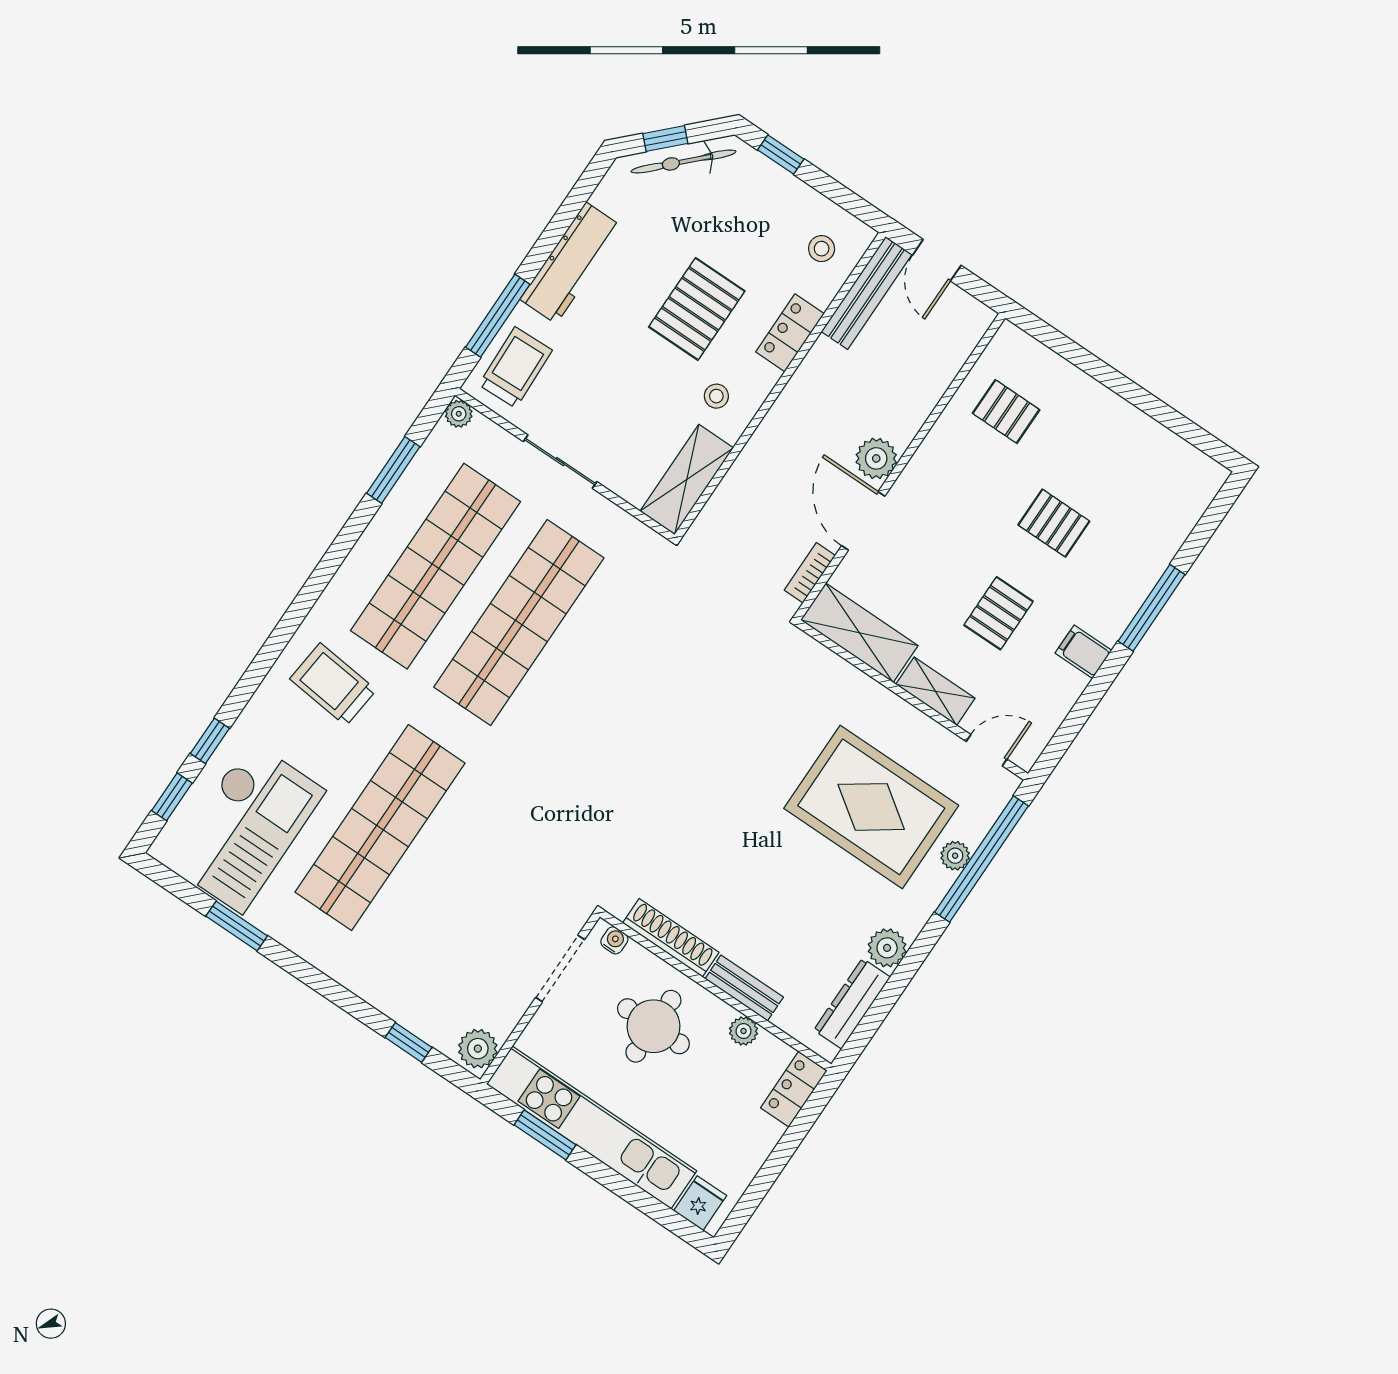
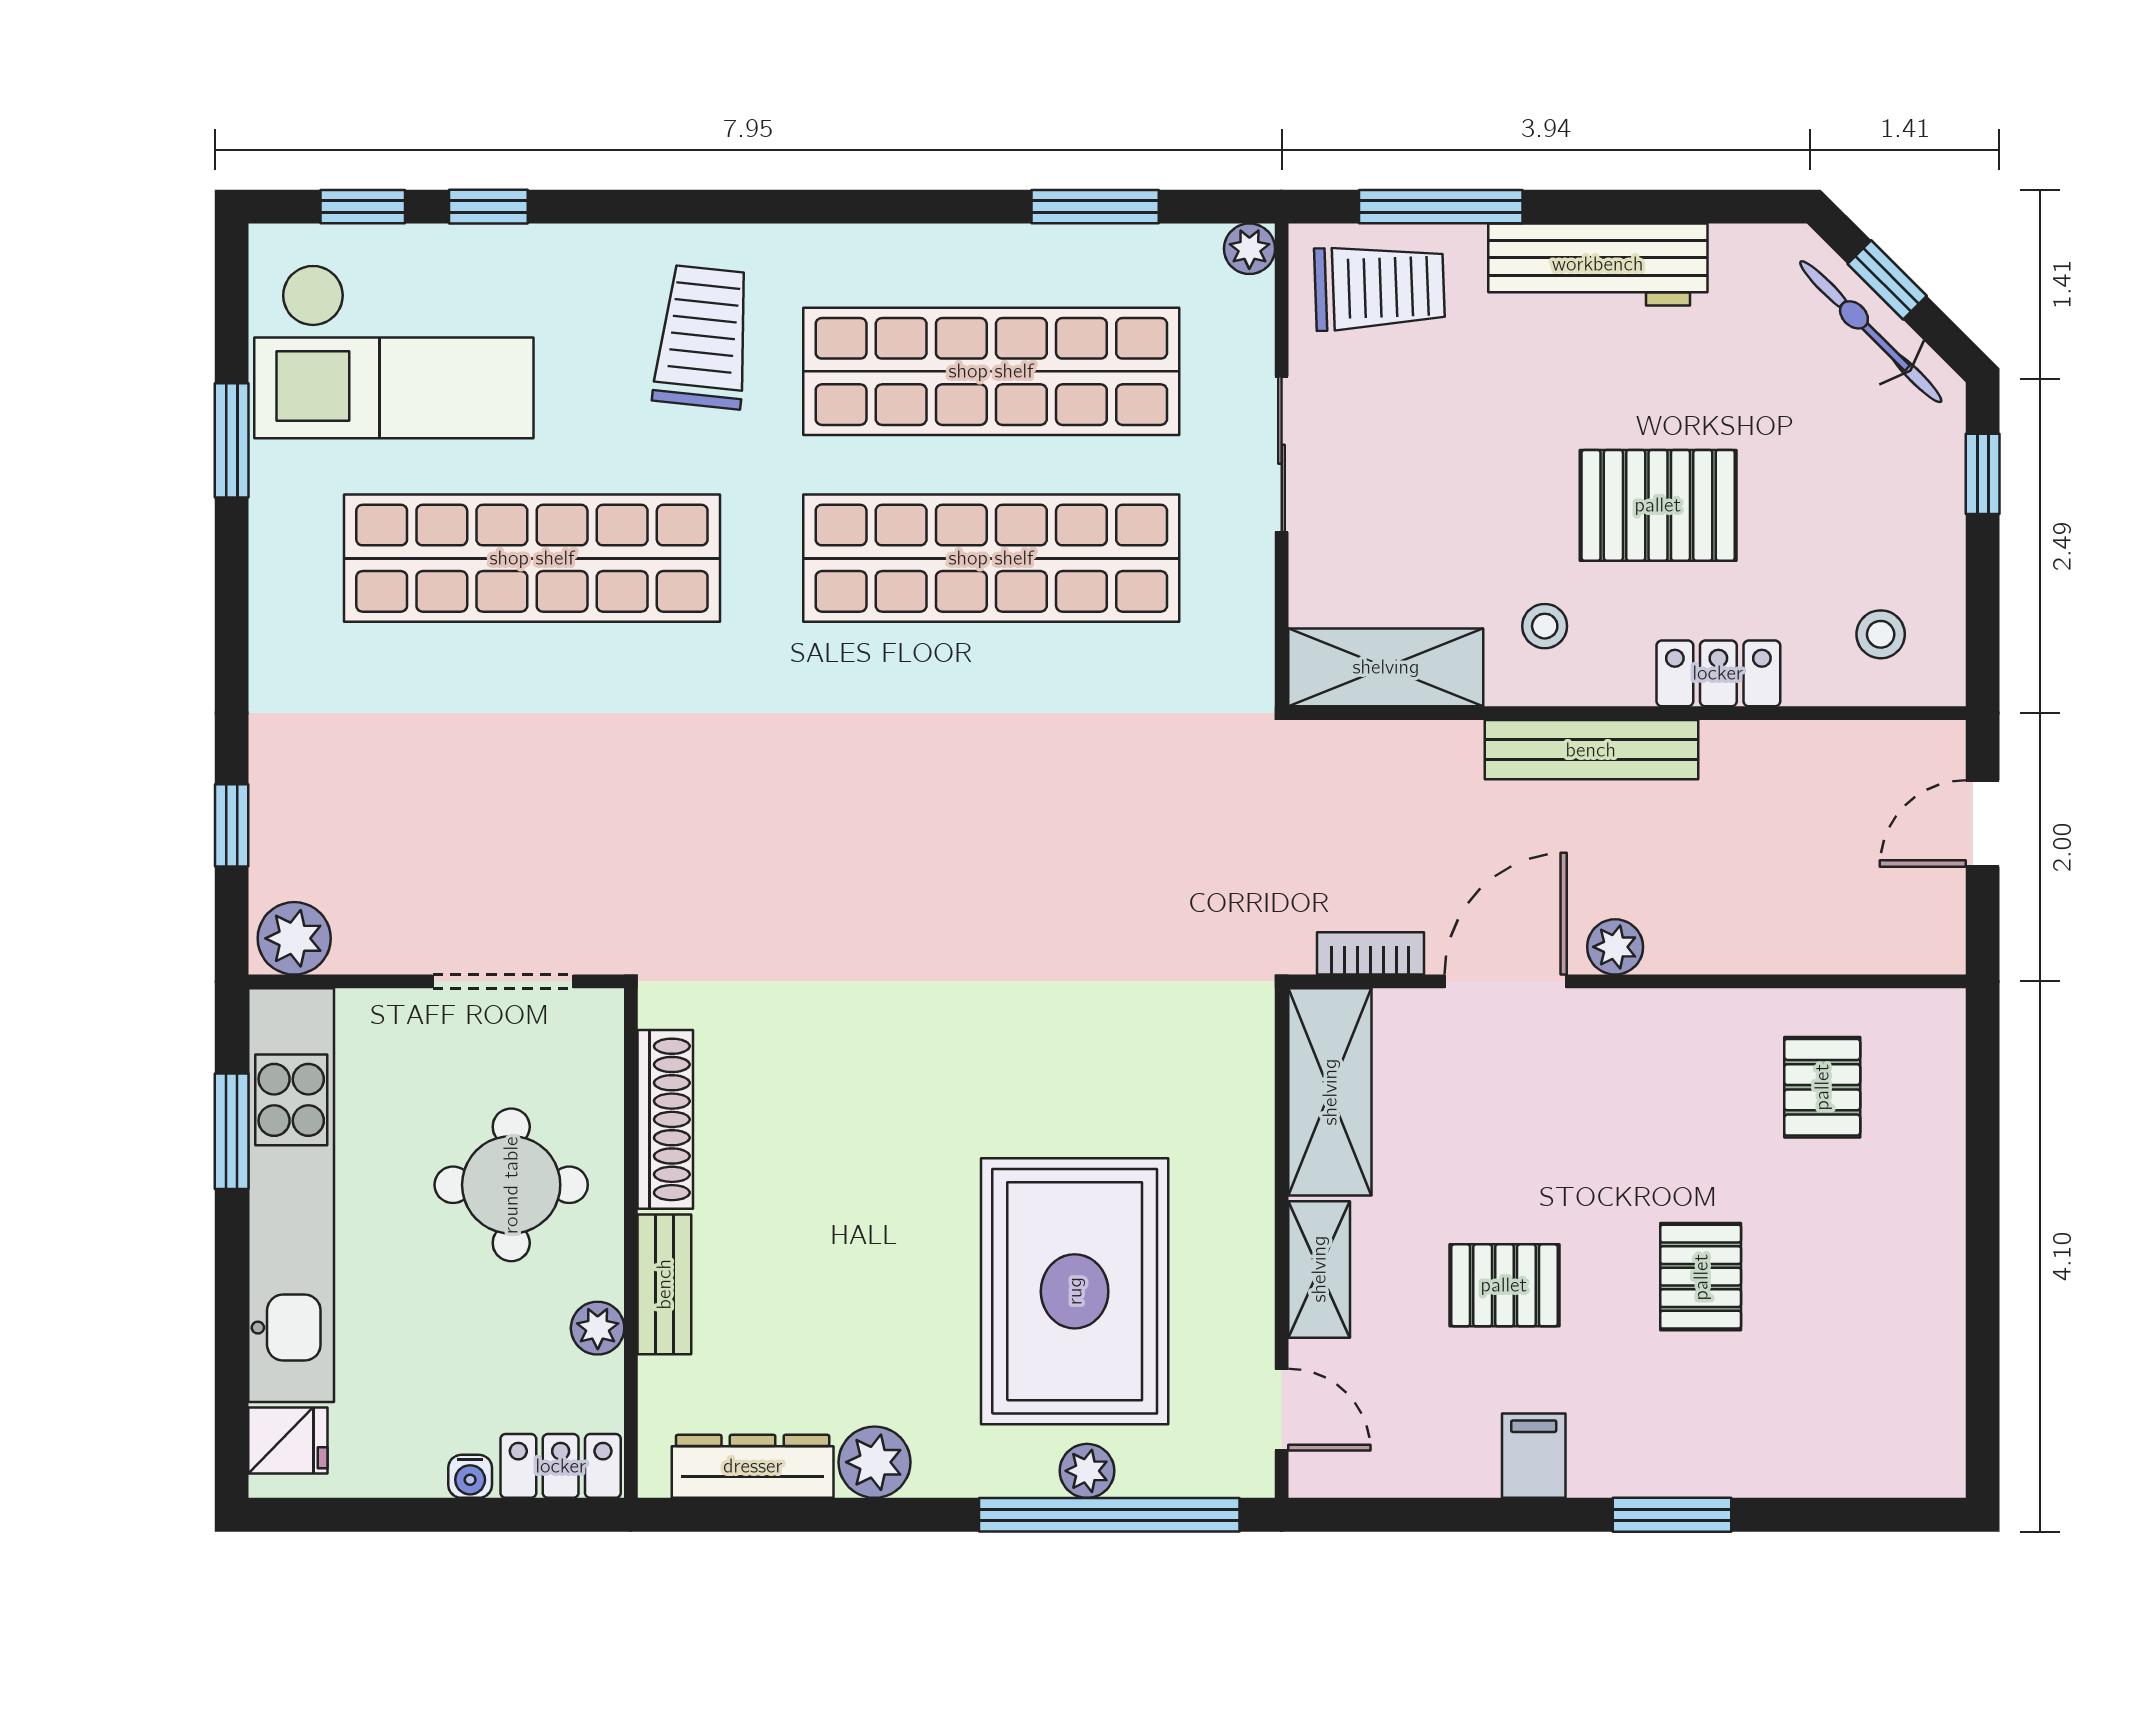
bench: (867, 293) -> (1591, 750), moved
plant: (876, 458) -> (1615, 947), width x0.73, depth x0.73
window: (1152, 608) -> (1672, 1515), width x0.69
water cooler: (614, 940) -> (470, 1476), moved, turned 90

